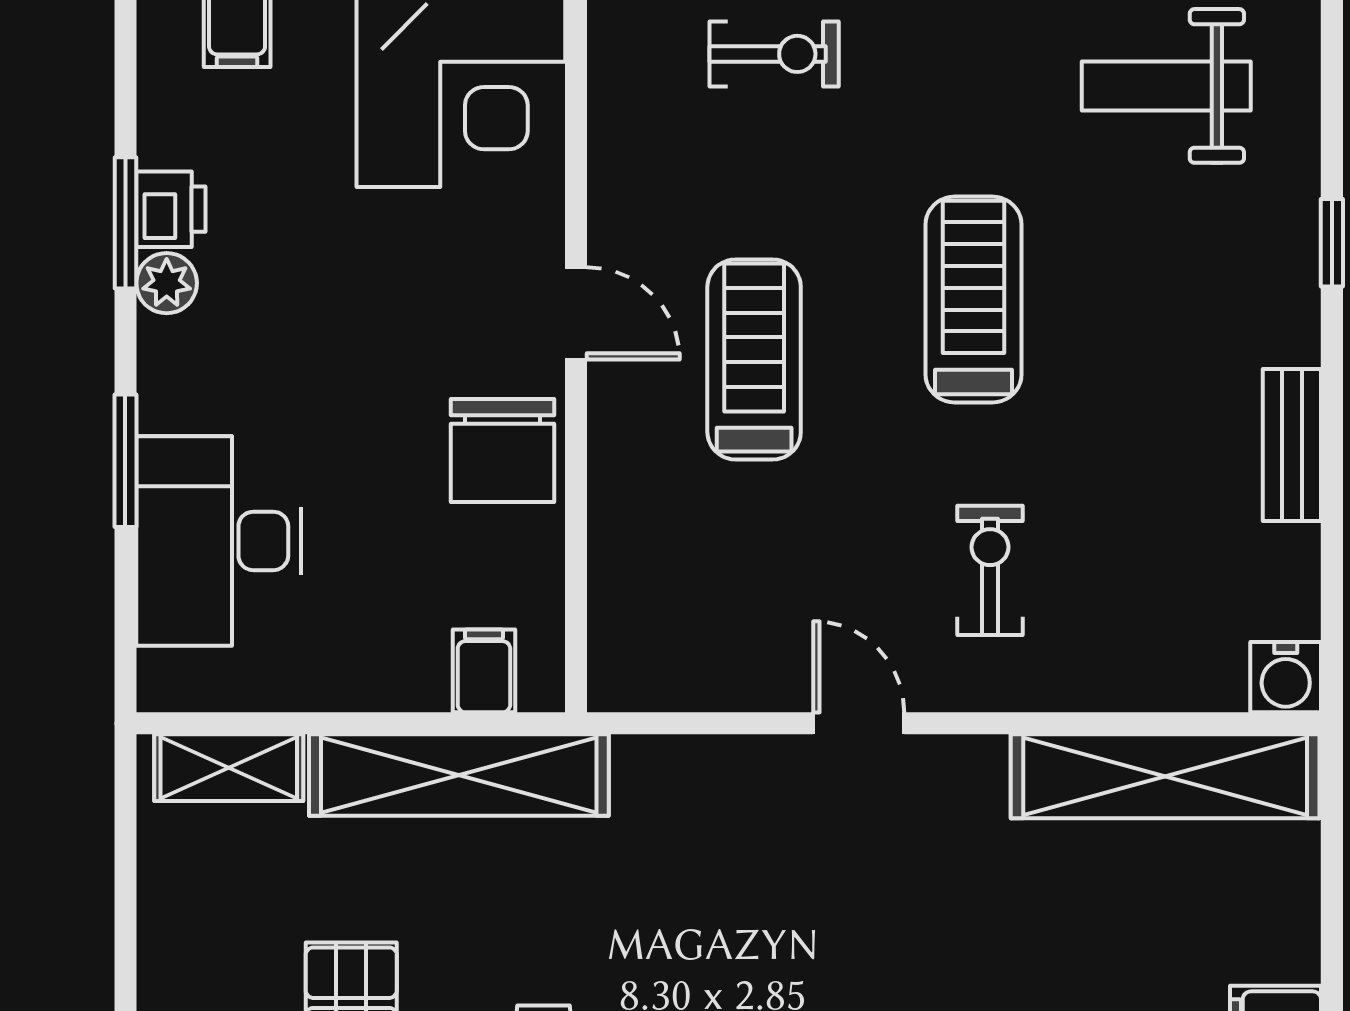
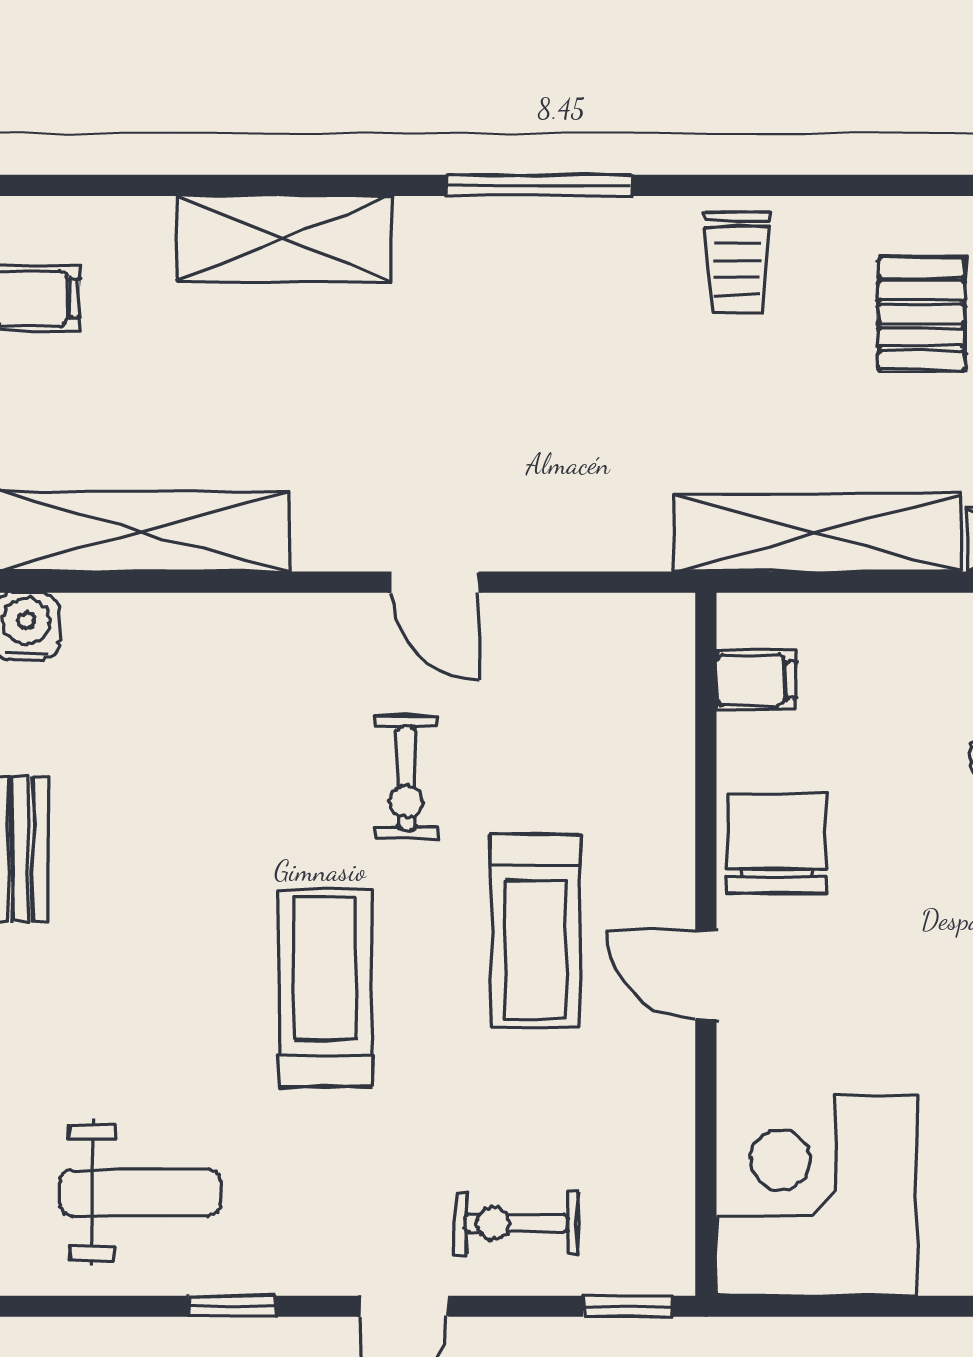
treadmill: (973, 299) -> (325, 988), turned 180
exercise bike: (990, 570) -> (406, 778), moved
filing cabinet: (484, 671) -> (756, 680), moved, turned -90

